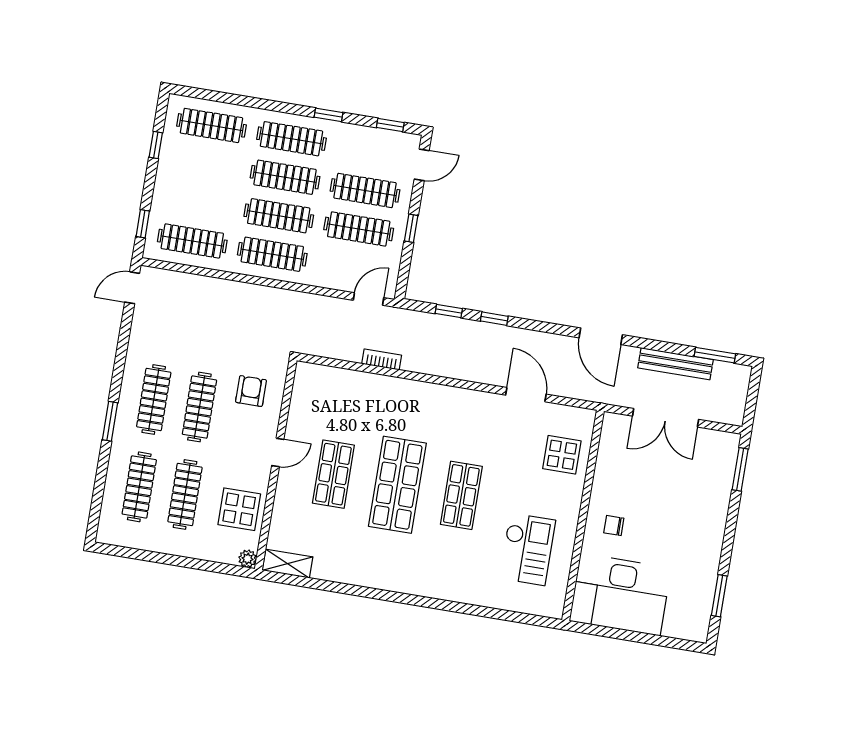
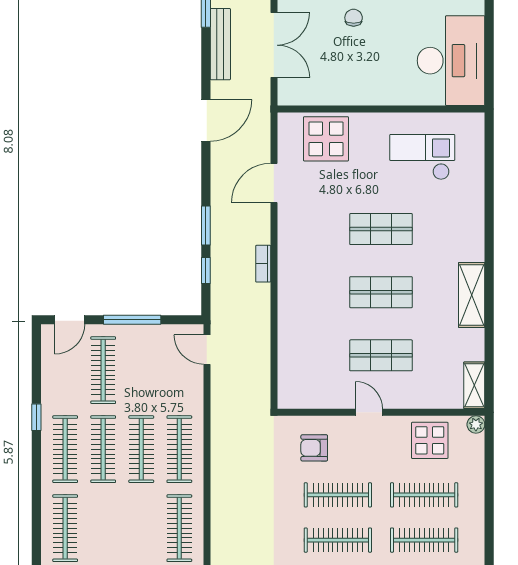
window: (390, 125) -> (36, 356), removed
door: (422, 165) -> (70, 320), swing flipped
window: (411, 228) -> (132, 320), width x2.17
clothes rail: (359, 229) -> (141, 370), removed
window: (494, 319) -> (206, 225), width x1.50
bookcase: (382, 360) -> (263, 264), moved
display table: (562, 455) -> (326, 139), width x1.36, depth x1.36
shop shelf: (397, 485) -> (381, 292), width x0.70, depth x0.74
chair: (614, 526) -> (354, 18), moved, turned 180
shelving: (379, 576) -> (472, 295), added

